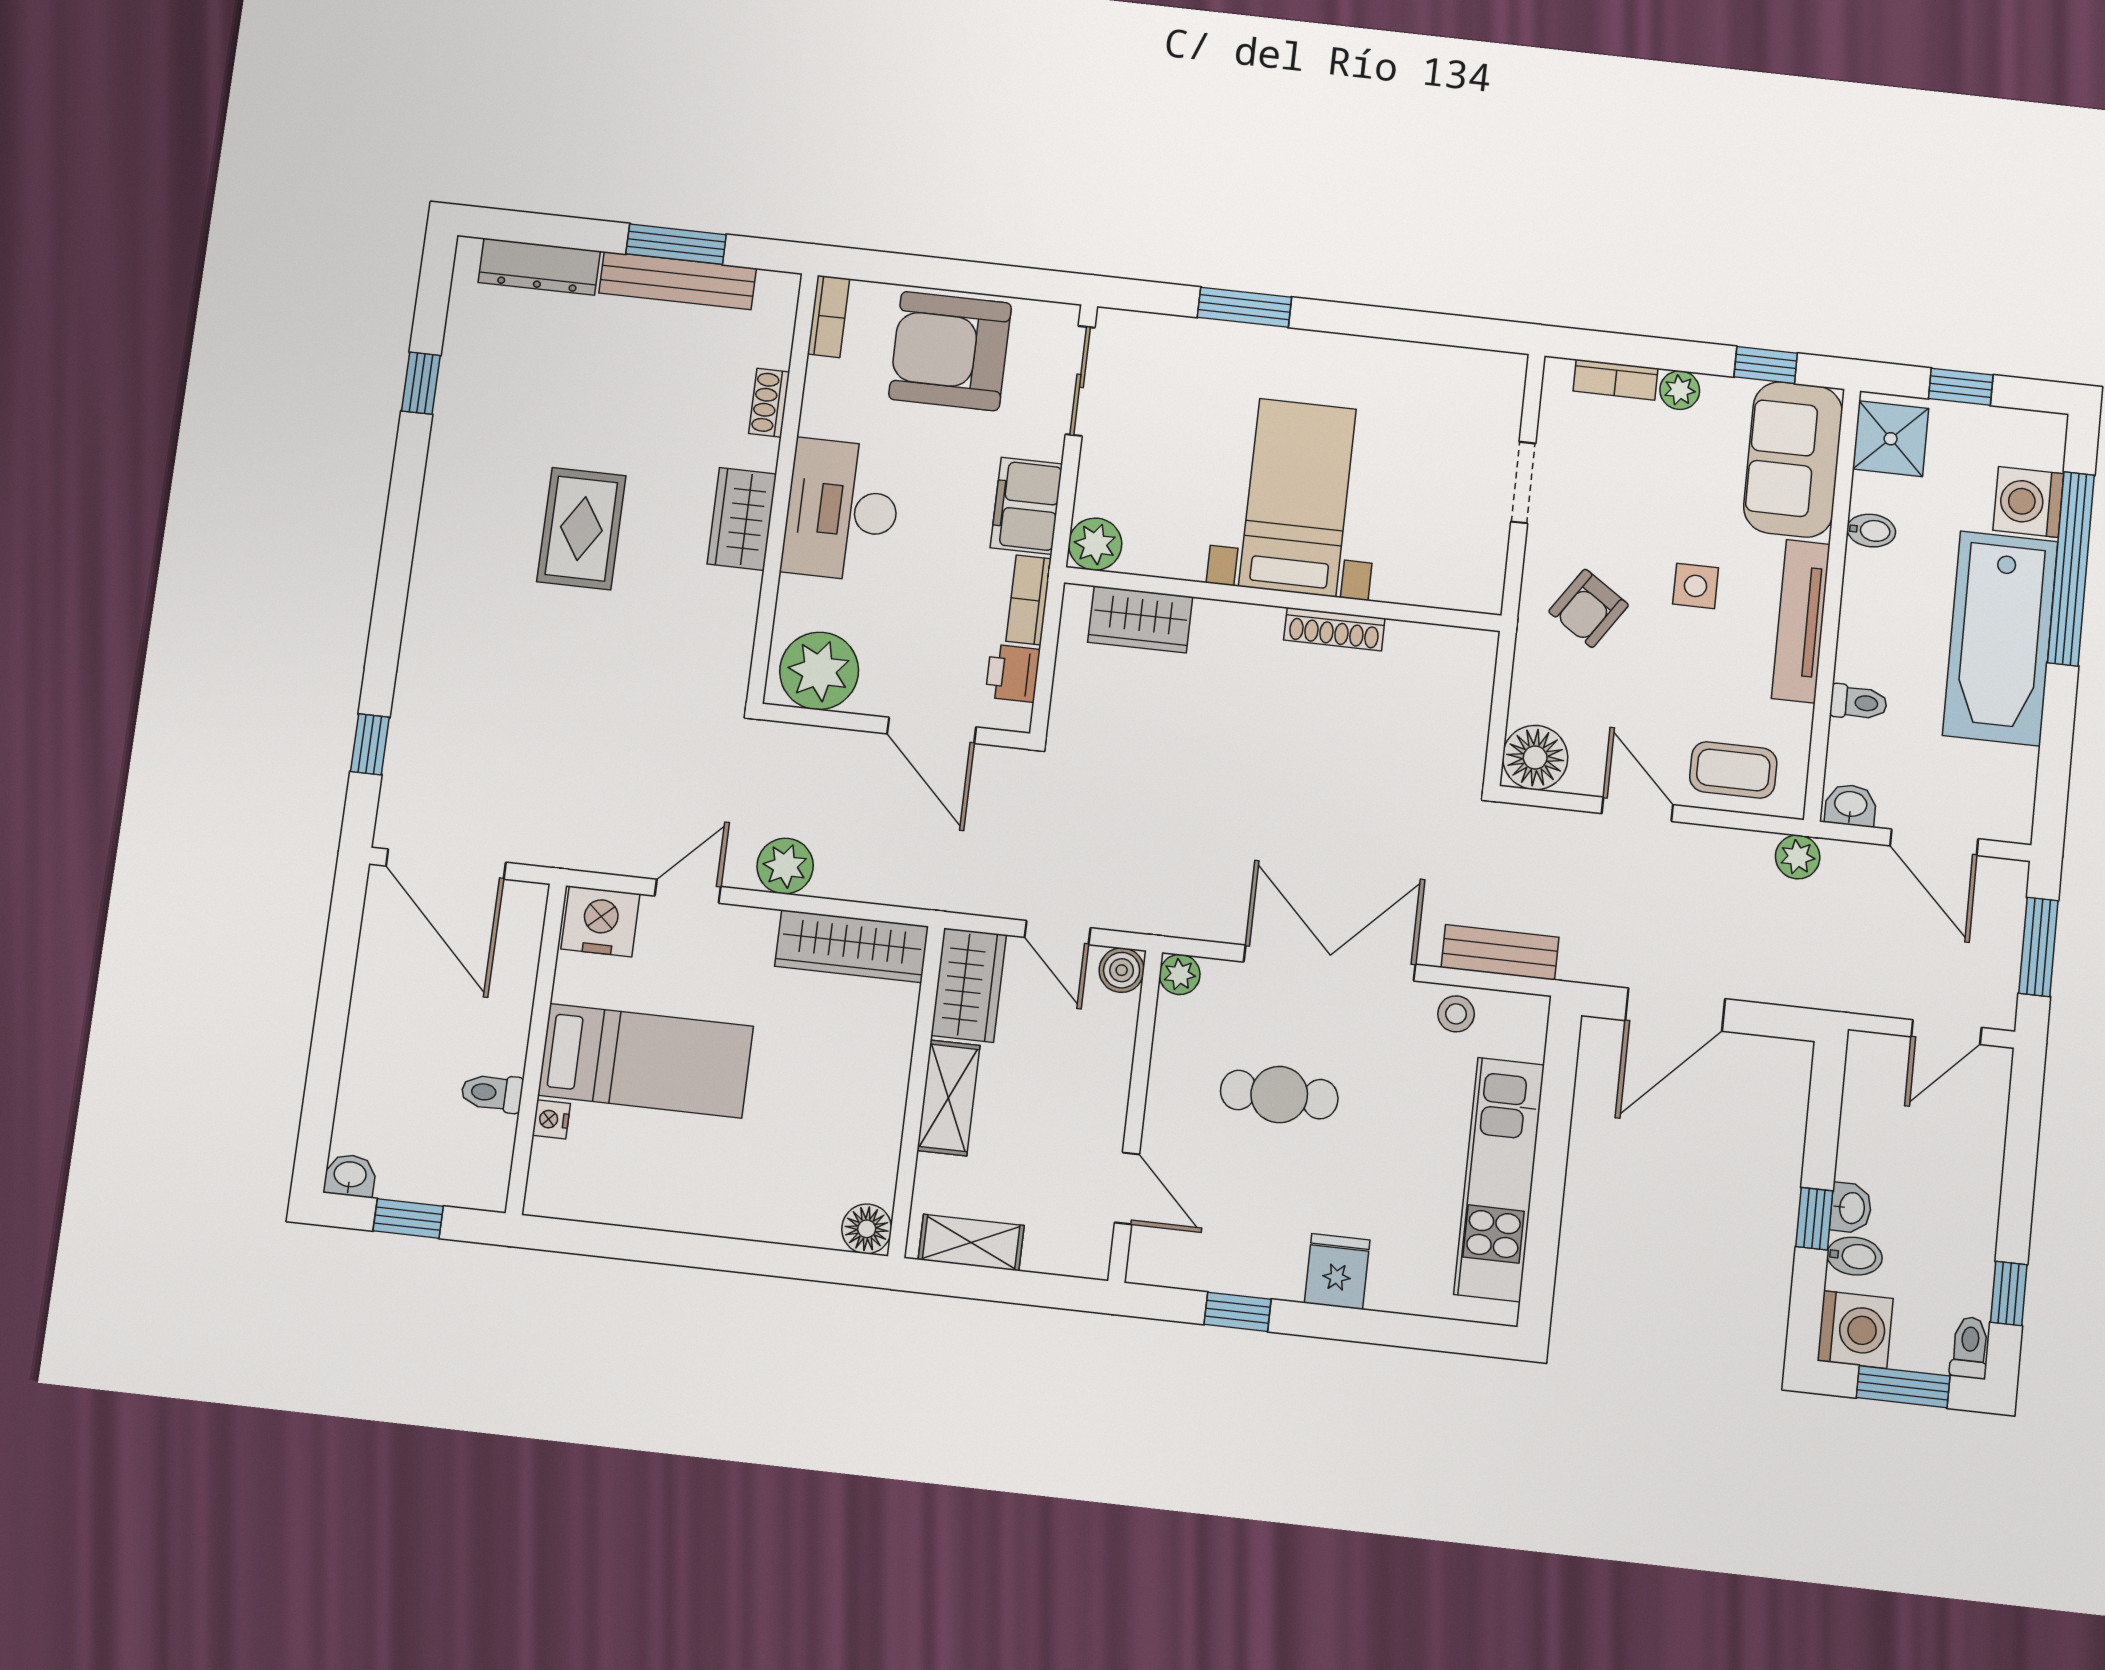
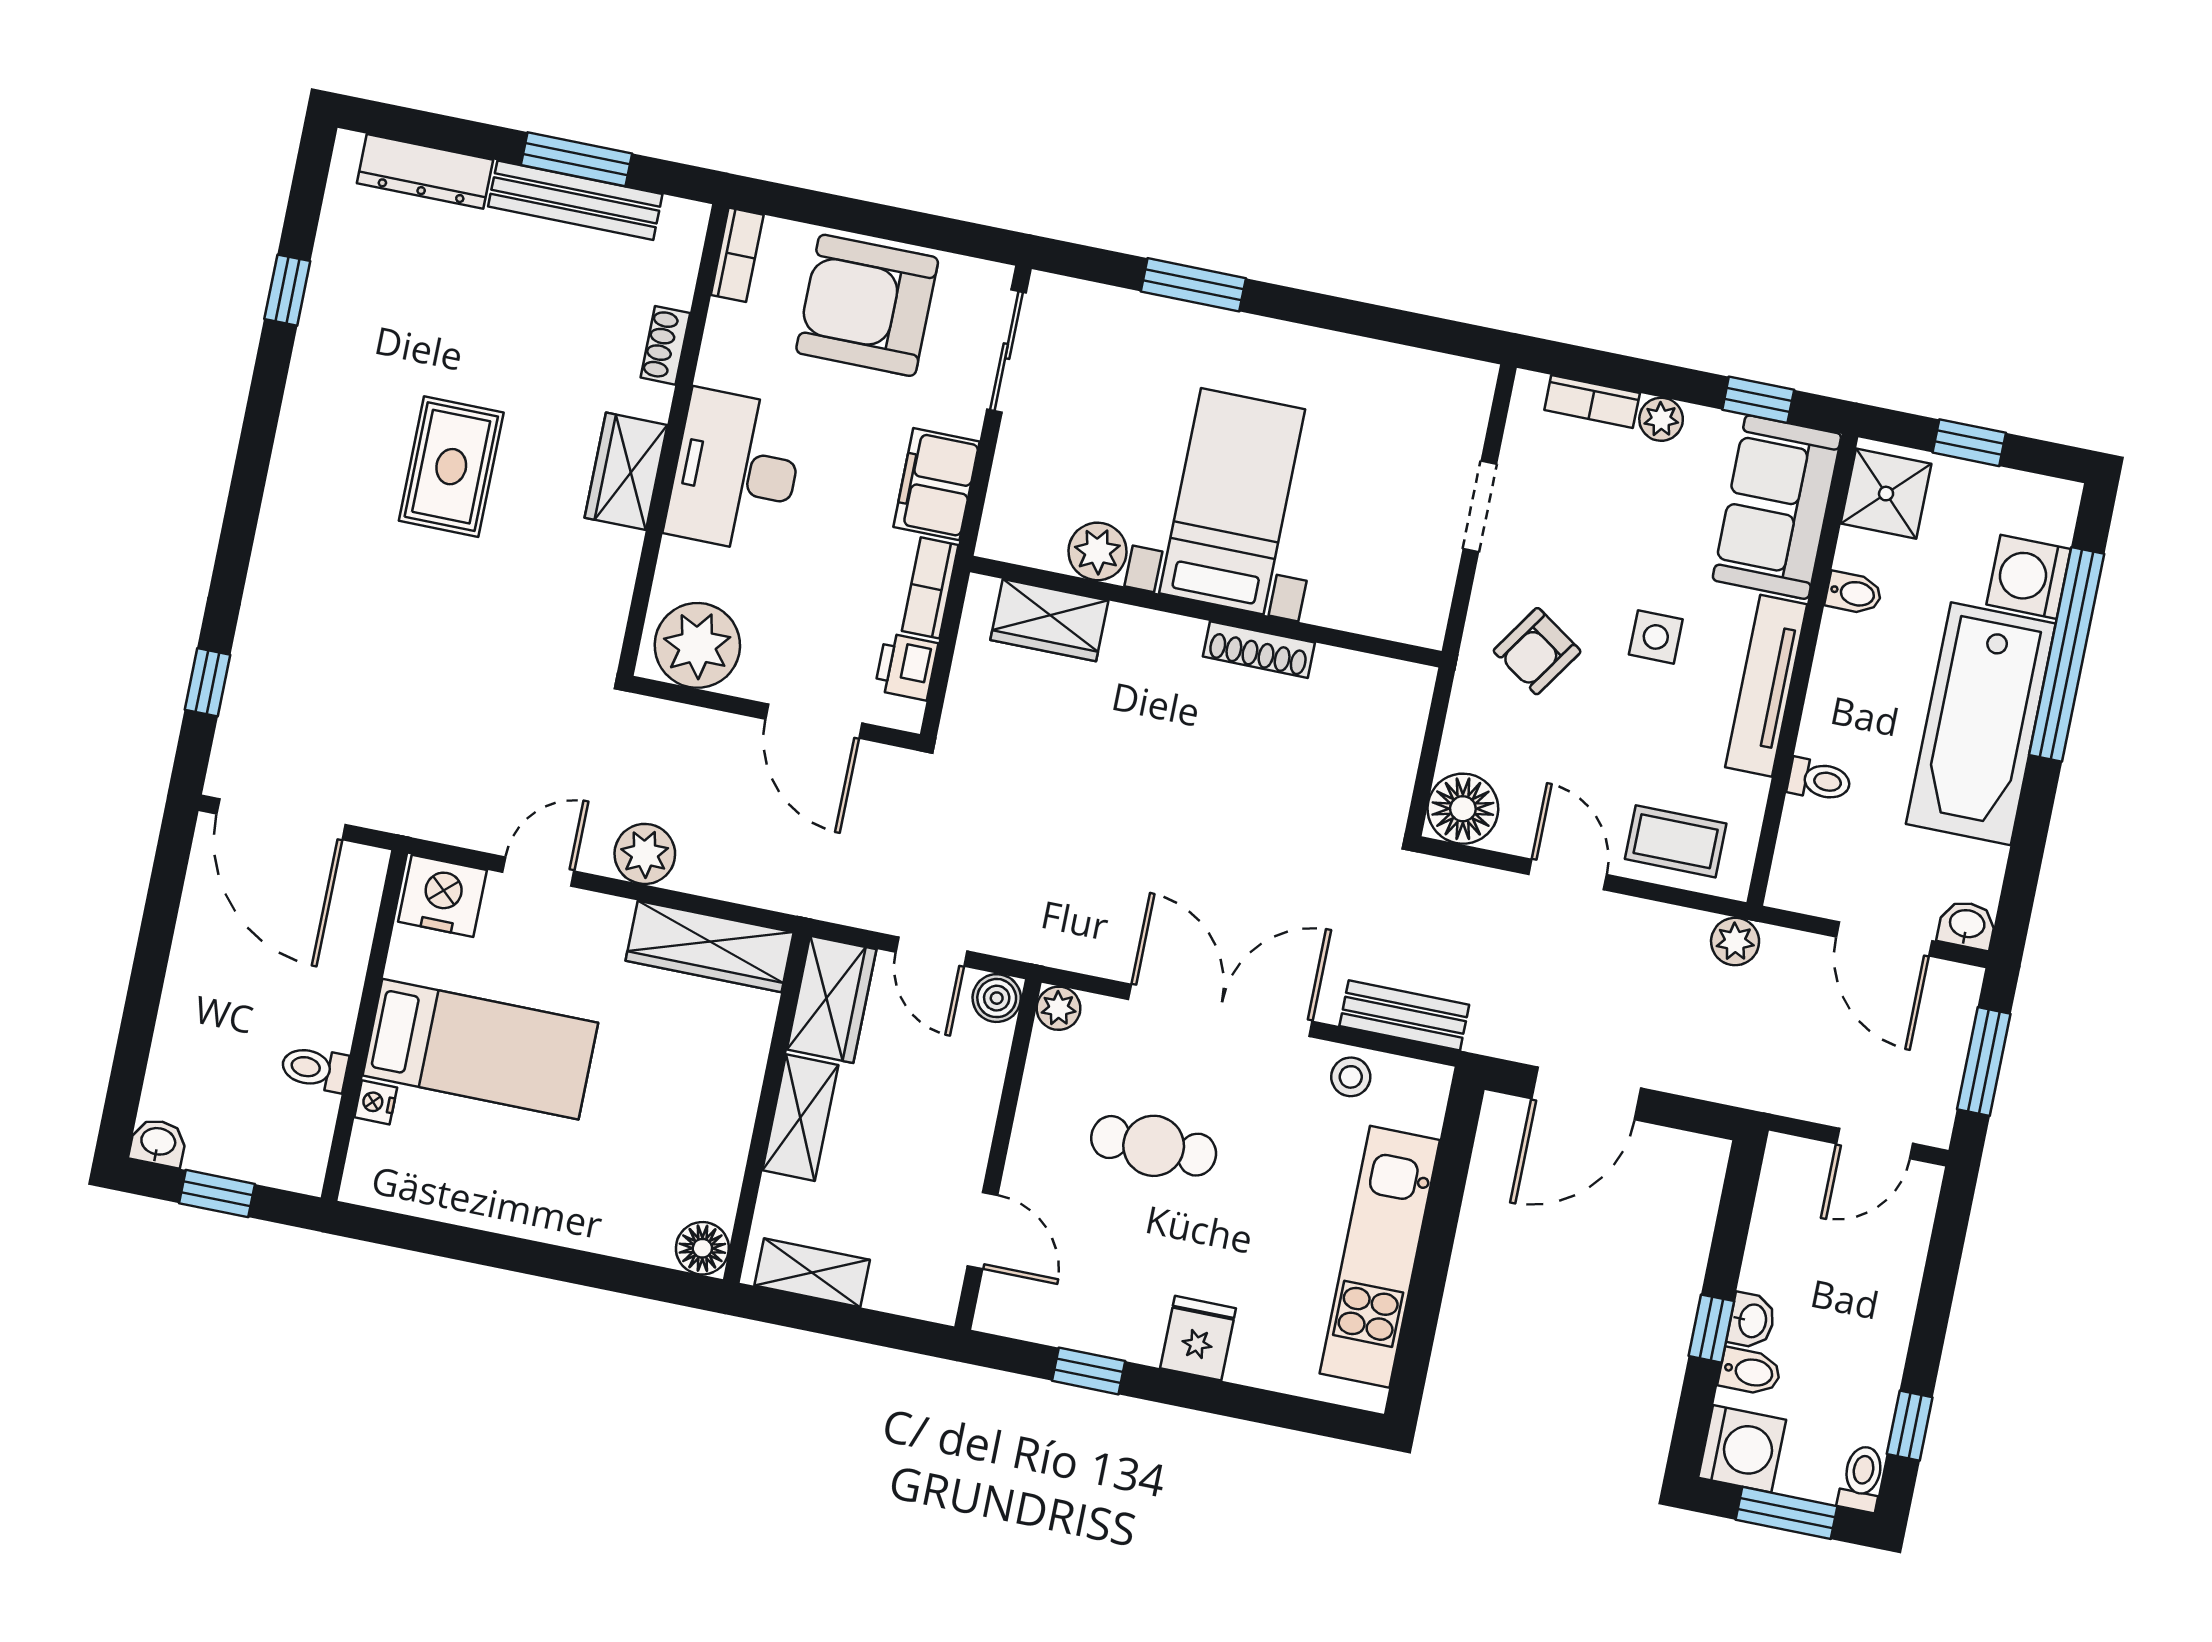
plant: (1095, 544) -> (1097, 551), moved
washbasin: (1851, 805) -> (1967, 925), moved

